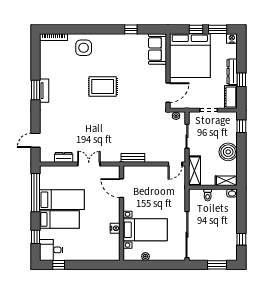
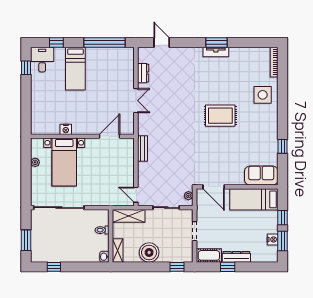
nightstand: (232, 38) -> (273, 239), moved
bed: (190, 56) -> (254, 199), width x0.49
rug: (103, 87) -> (220, 116), turned 90
bed: (62, 200) -> (97, 71), removed

